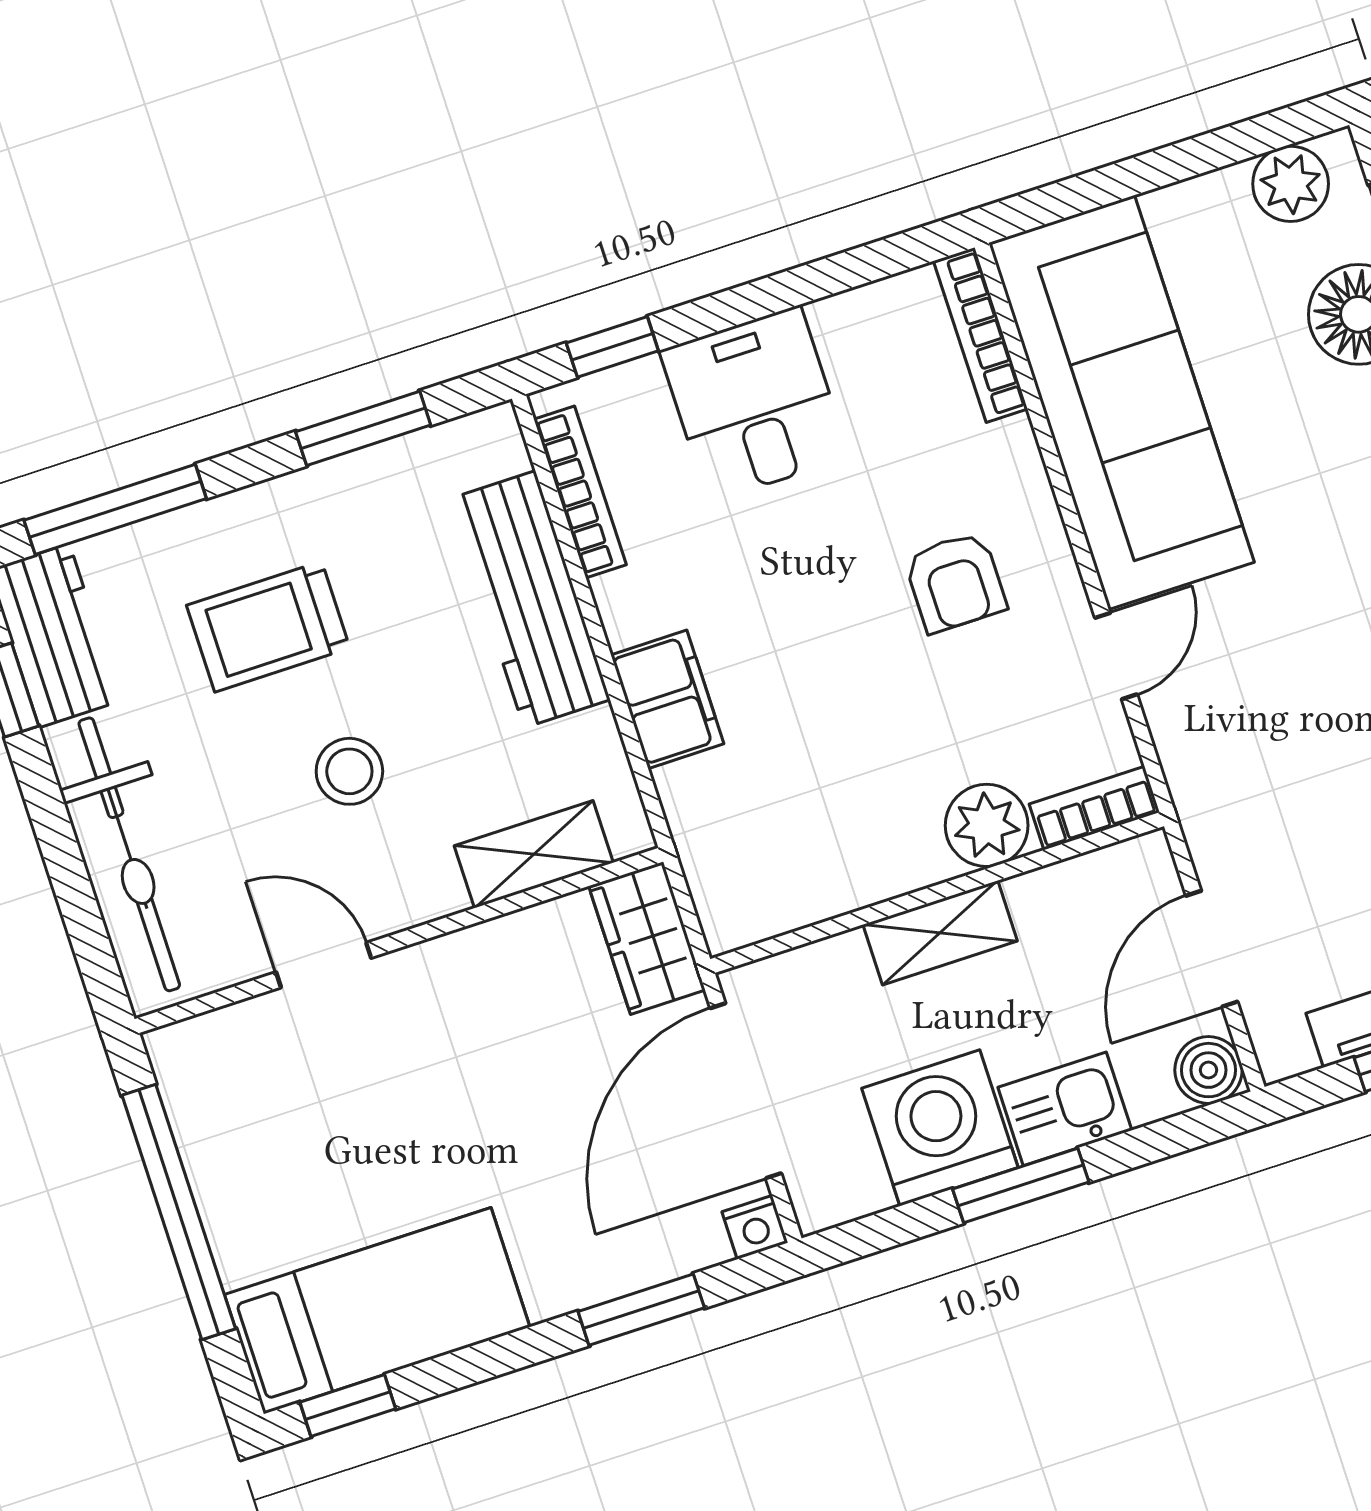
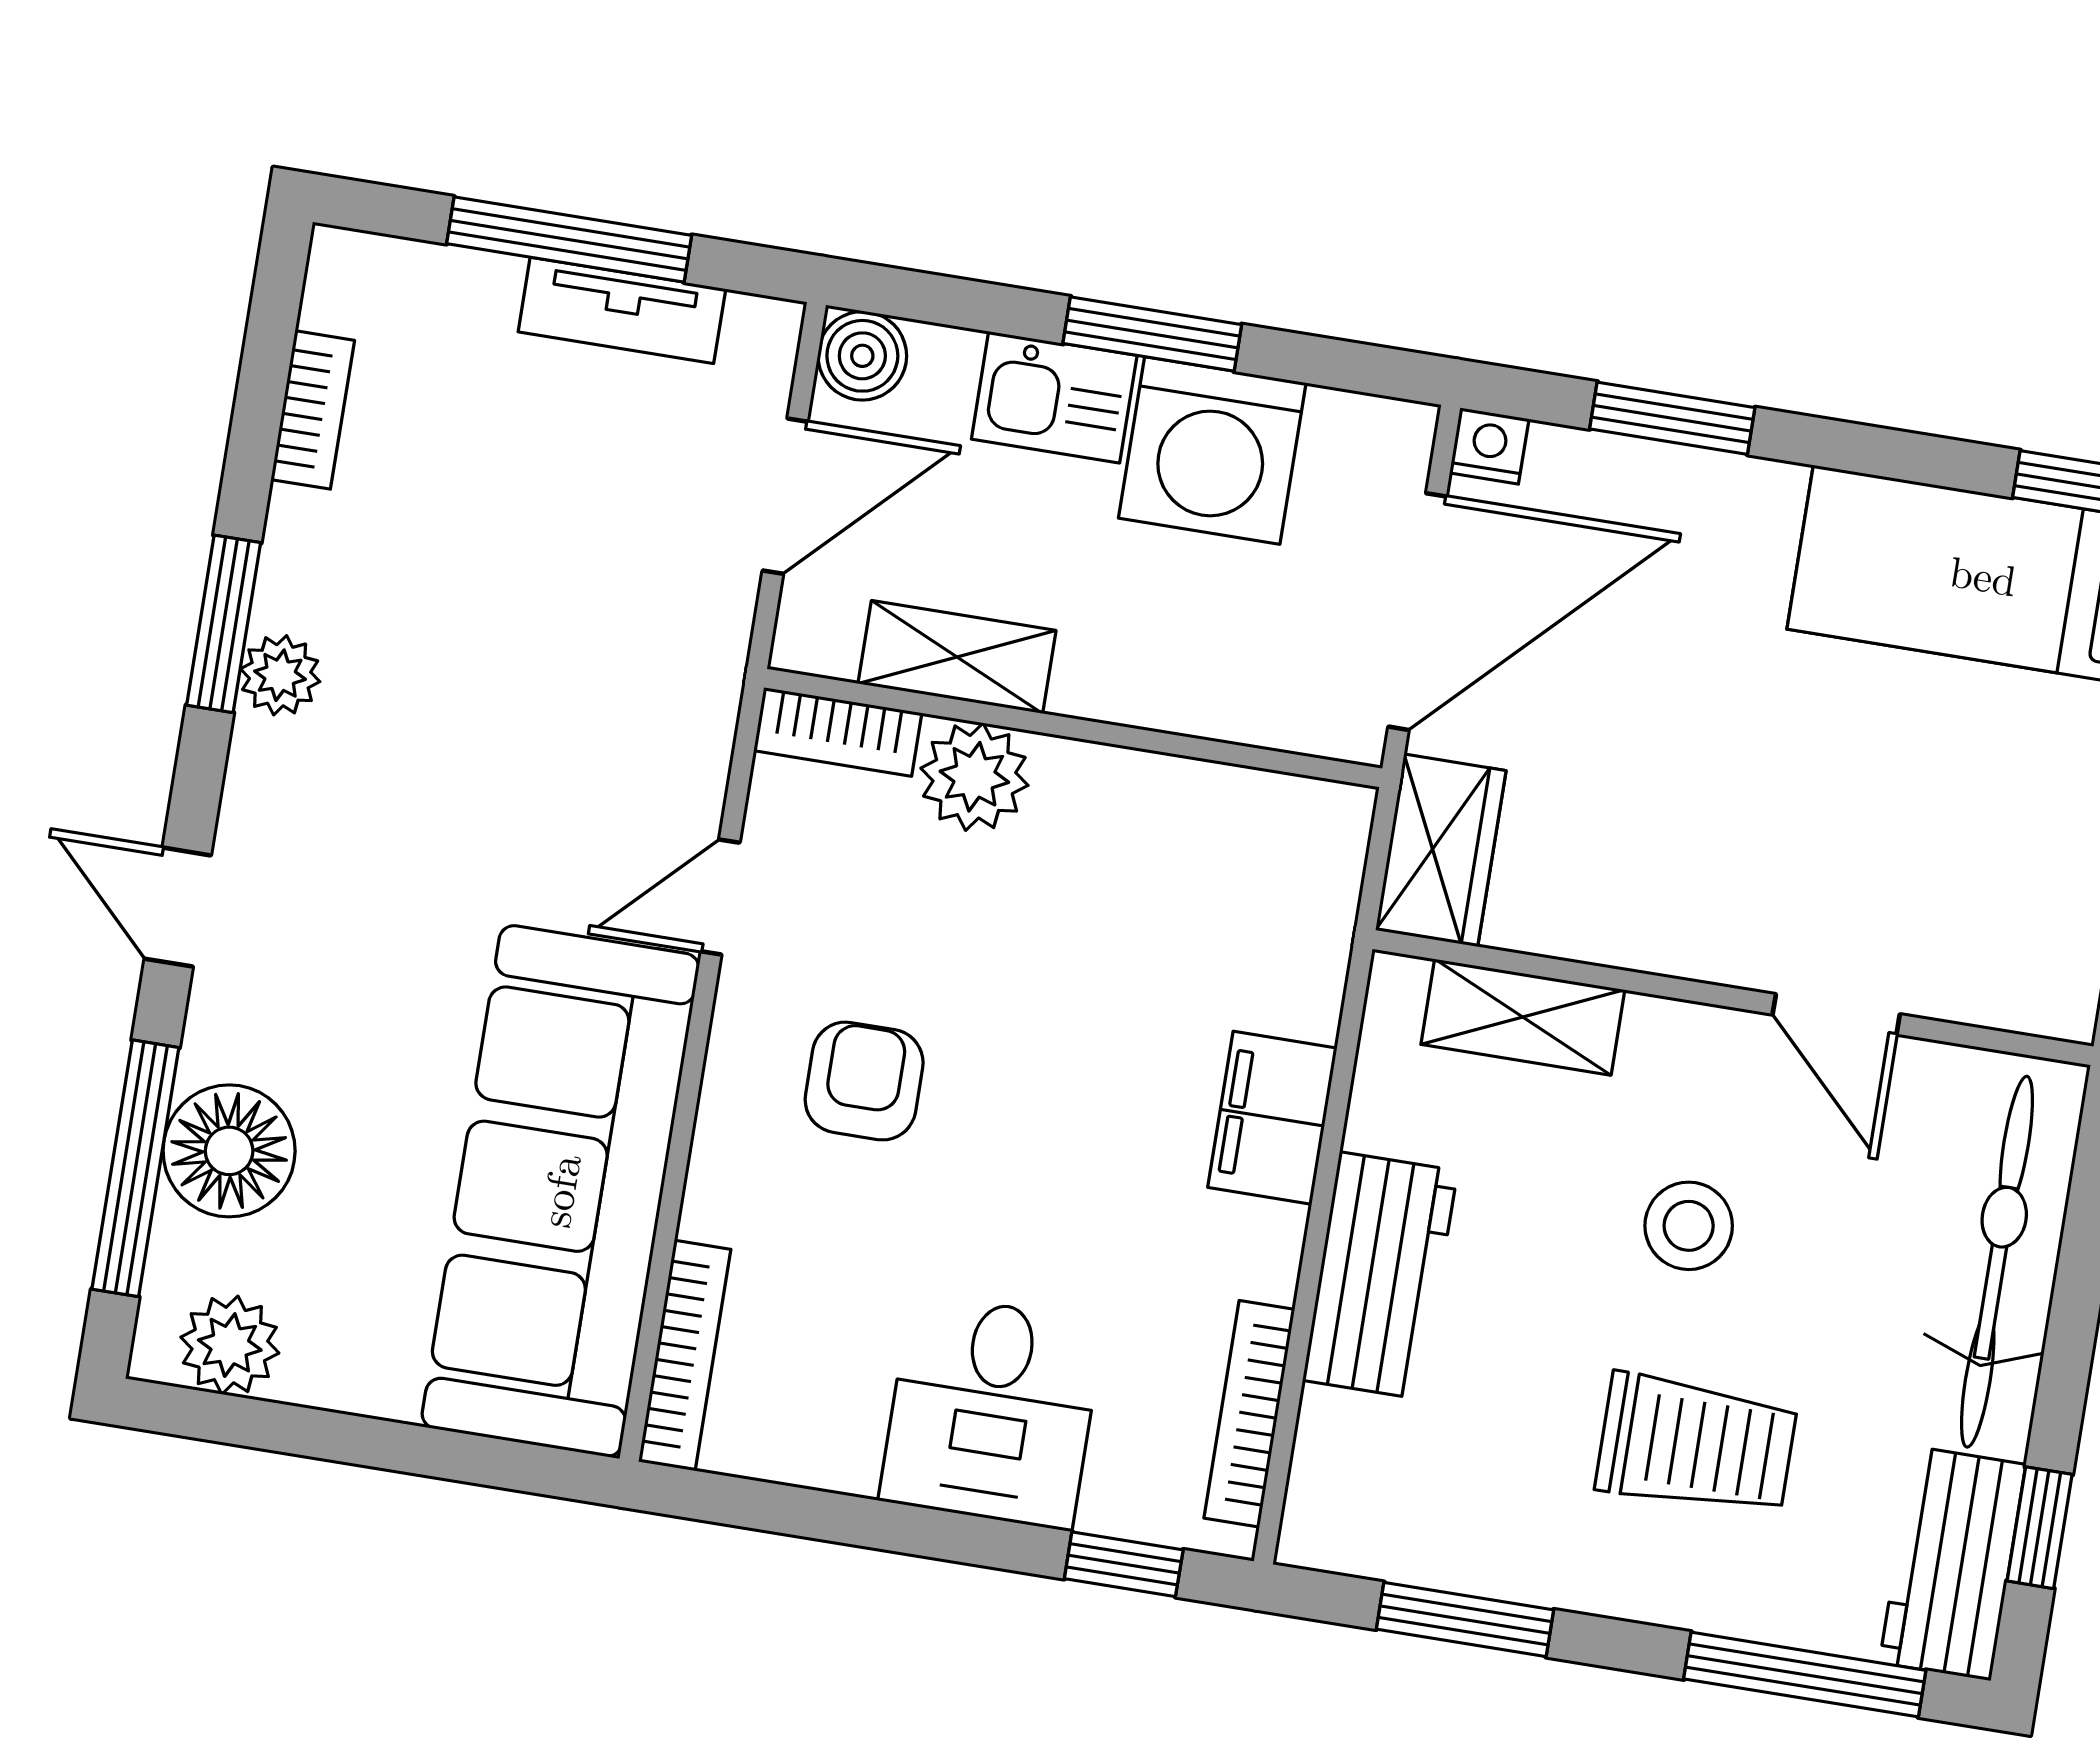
workbench: (530, 599) -> (1380, 1276), width x0.73
shelving: (940, 933) -> (957, 657), moved

